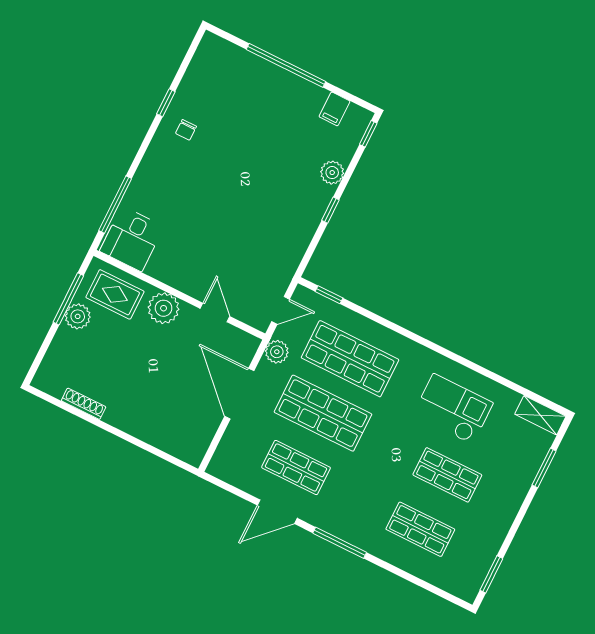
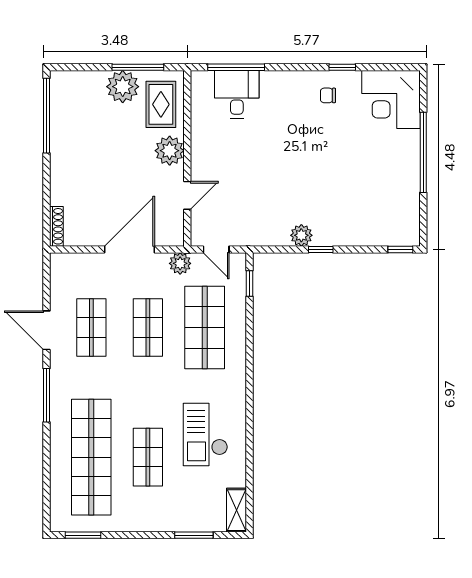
corner desk: (220, 71) -> (391, 100), added
filing cabinet: (335, 109) -> (407, 211), removed
plant: (332, 173) -> (301, 235), moved
desk: (132, 239) -> (237, 94), moved, turned 90
plant: (78, 316) -> (123, 87), width x1.36, depth x1.36
shoe rack: (84, 404) -> (56, 226), moved
checkout: (453, 409) -> (205, 434), turned 180
window: (71, 410) -> (47, 116), added
shop shelf: (323, 413) -> (148, 327), width x0.70, depth x0.74
shop shelf: (420, 529) -> (91, 457), width x2.00, depth x1.36

